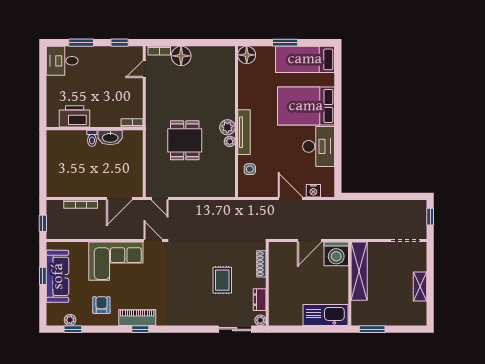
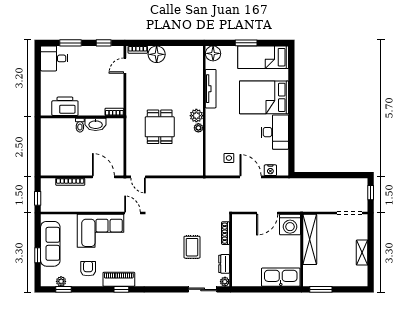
tv unit: (244, 132) -> (211, 89), moved
side table: (250, 169) -> (229, 158), moved
door: (119, 199) -> (103, 177), swing flipped
window: (43, 276) -> (38, 255), moved

